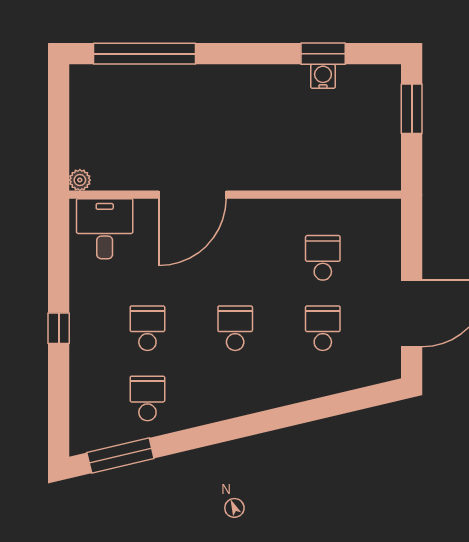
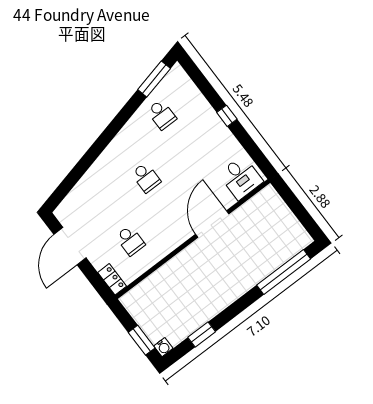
water cooler: (323, 76) -> (163, 347), moved
plant: (80, 180) -> (269, 191), removed
locker: (388, 224) -> (112, 279), added
school desk: (147, 328) -> (186, 147), removed
school desk: (323, 328) -> (106, 208), removed

